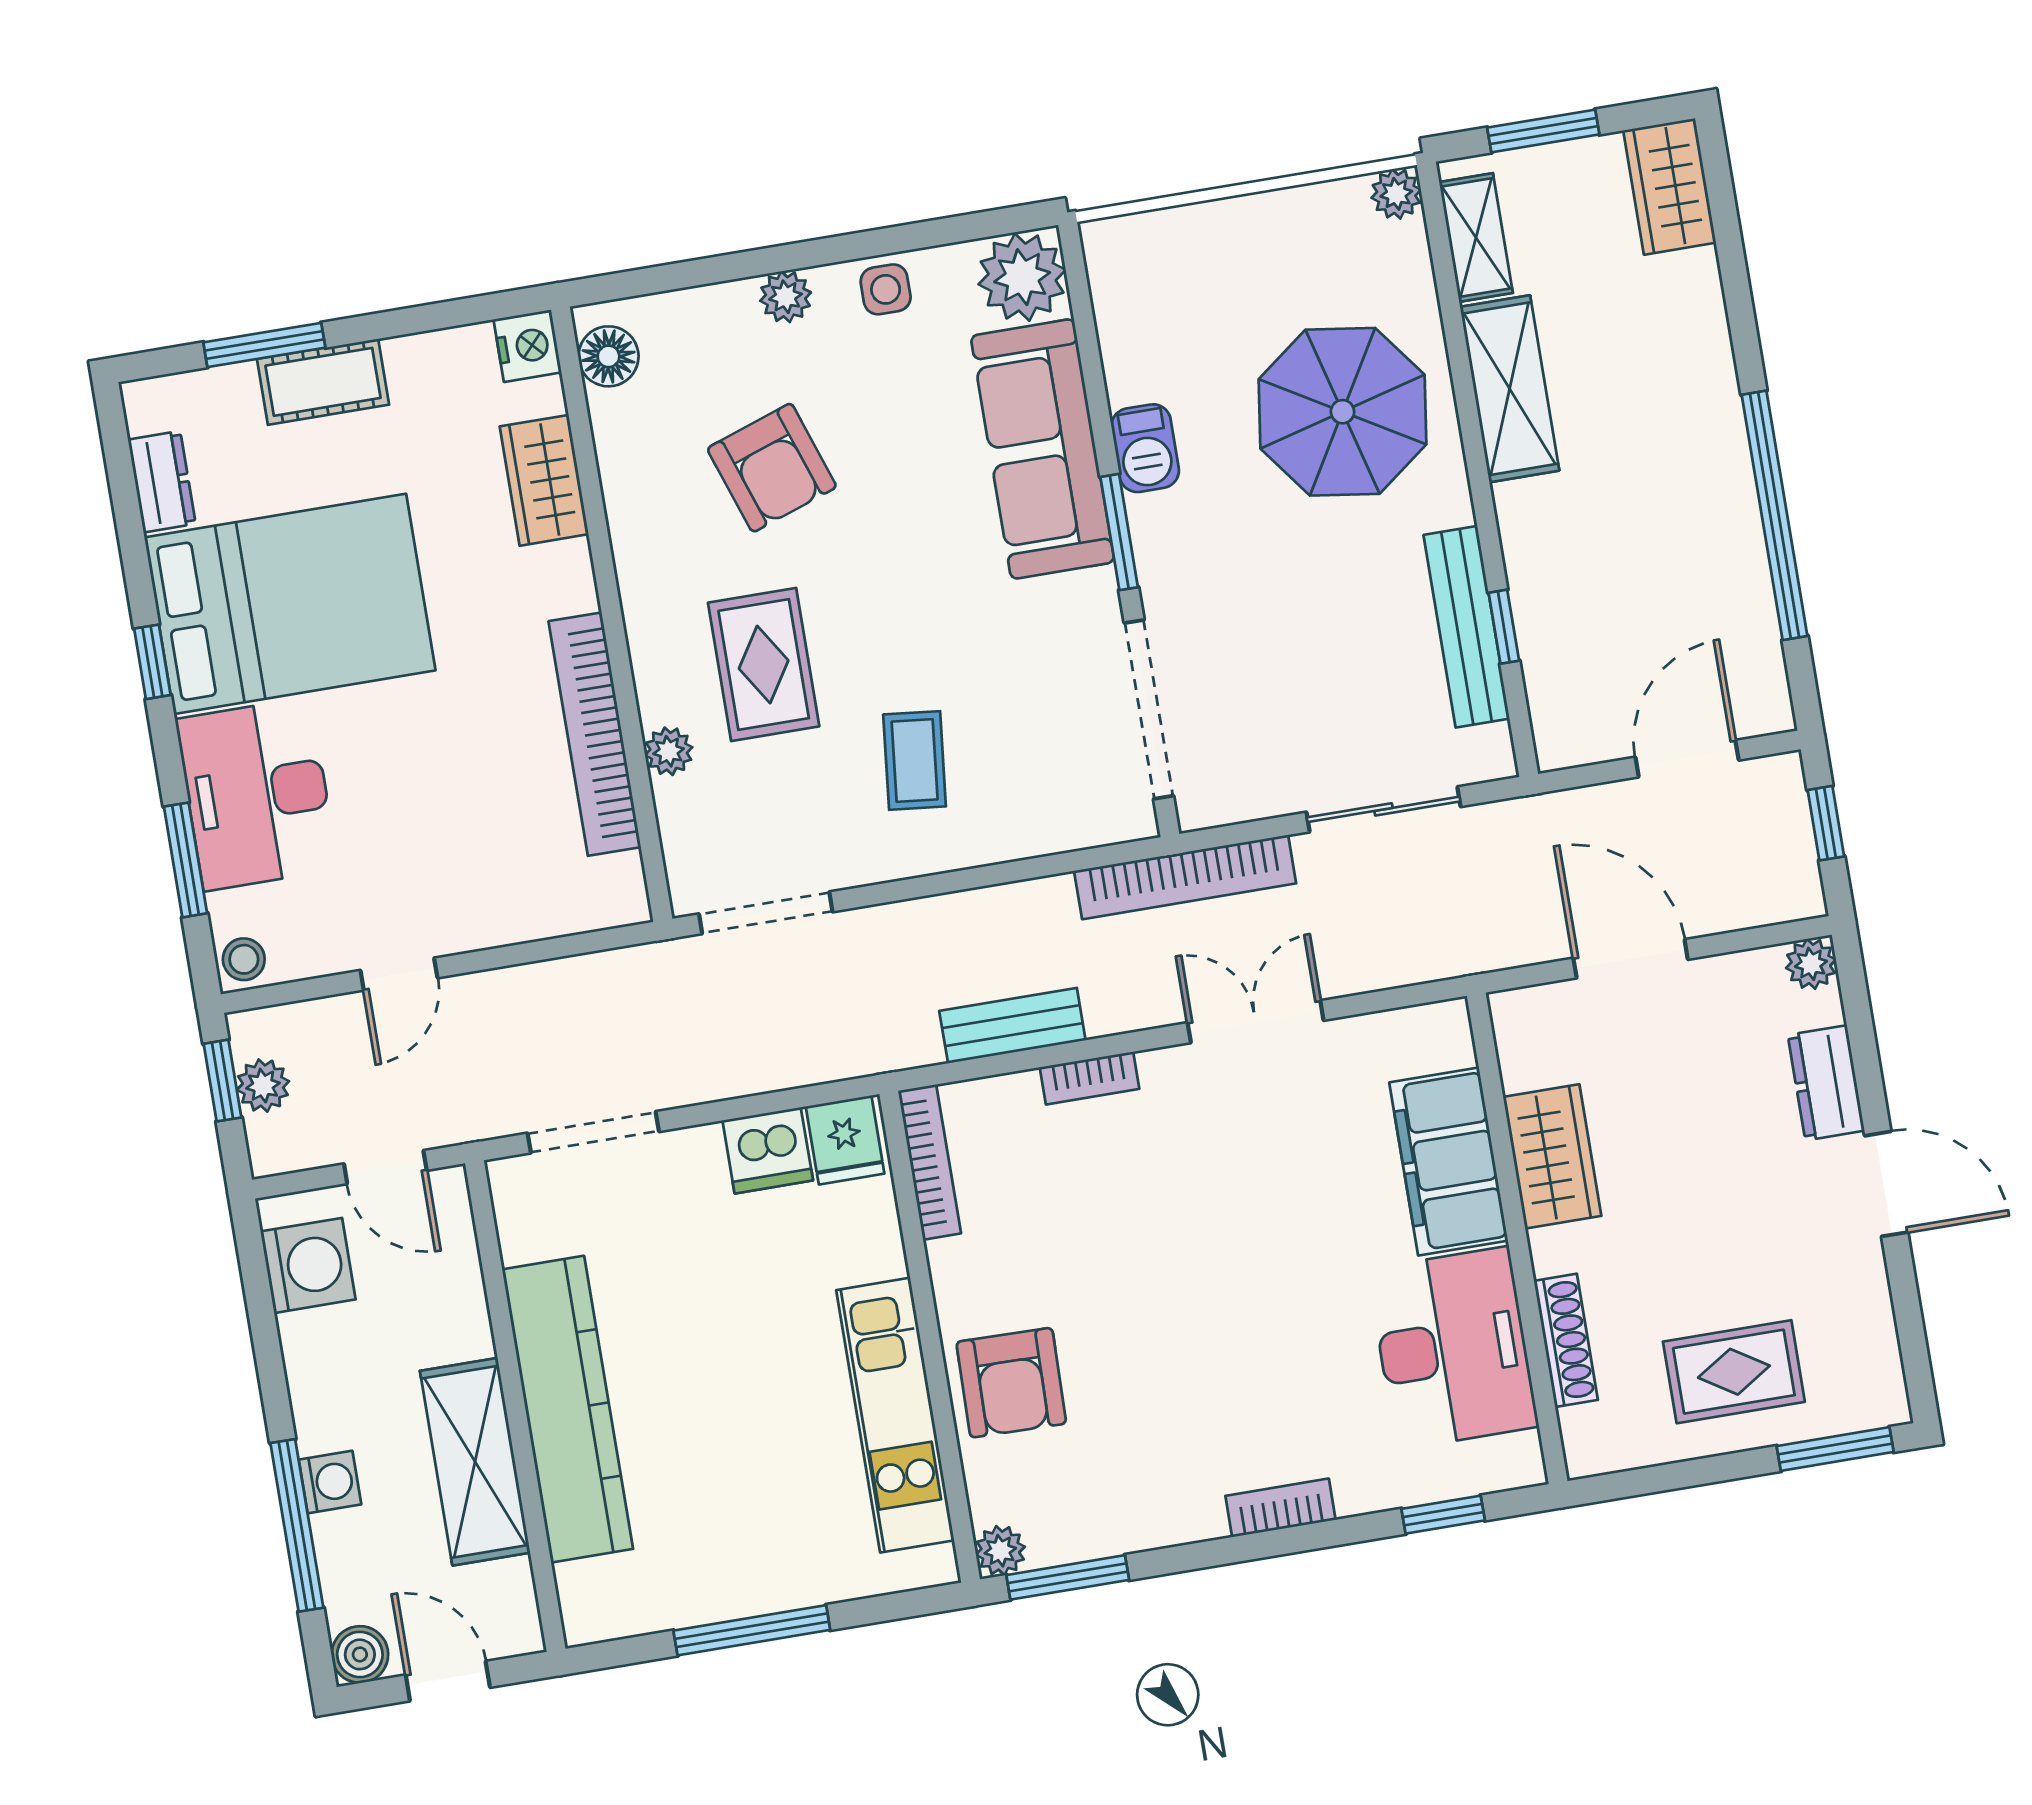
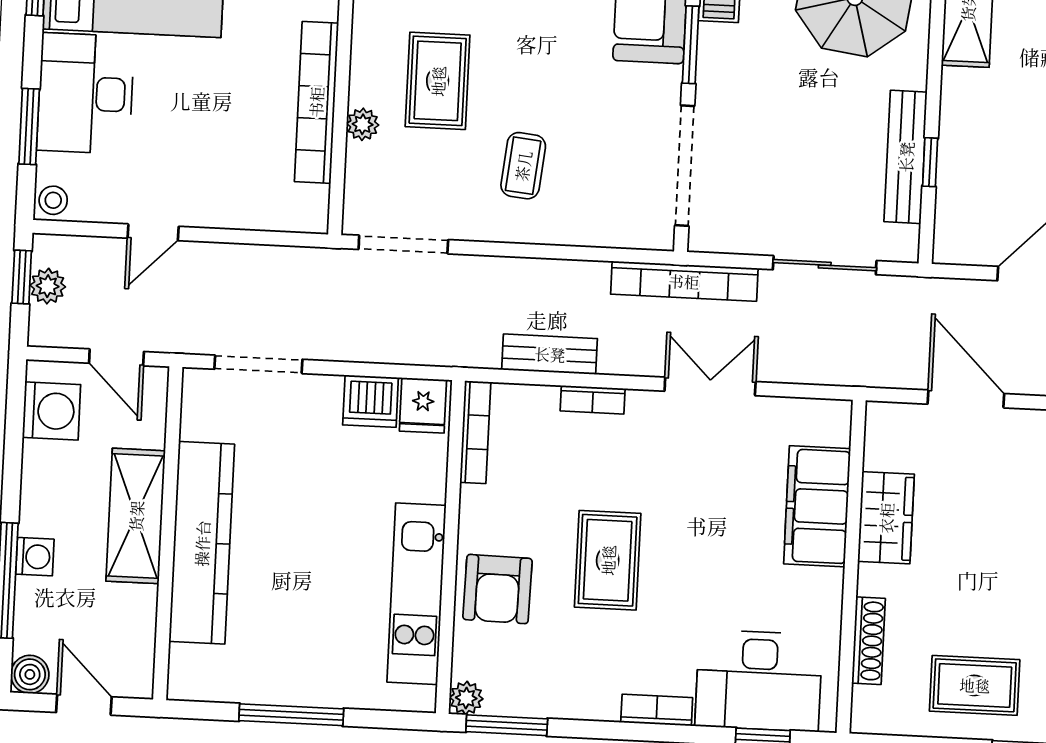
rug: (1162, 1306) -> (608, 560), added
desk: (1453, 1348) -> (759, 681), moved, turned 90
shelving: (475, 1462) -> (136, 516), moved

